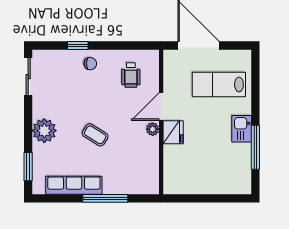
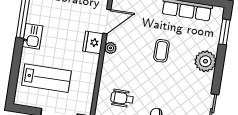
wheelchair: (131, 75) -> (122, 98), turned -90
door: (161, 107) -> (107, 22), moved
coffee table: (95, 135) -> (162, 51), turned 58

